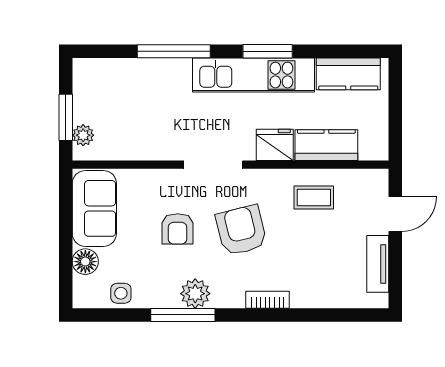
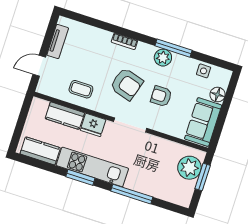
plant: (83, 135) -> (189, 168), width x1.87, depth x1.87
armchair: (178, 229) -> (161, 96), turned -90
armchair: (241, 230) -> (126, 84), turned -59

